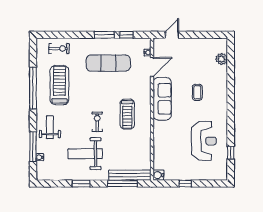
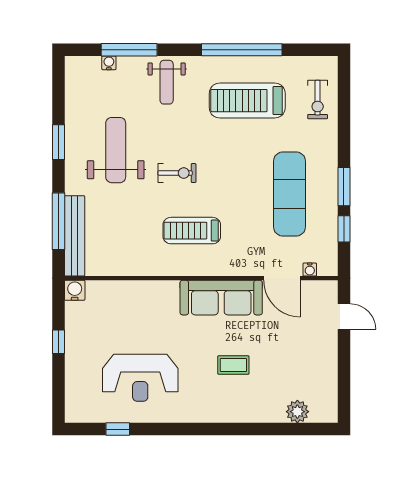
treadmill: (59, 85) -> (247, 101), turned 180
weight bench: (50, 127) -> (167, 82), turned 90

